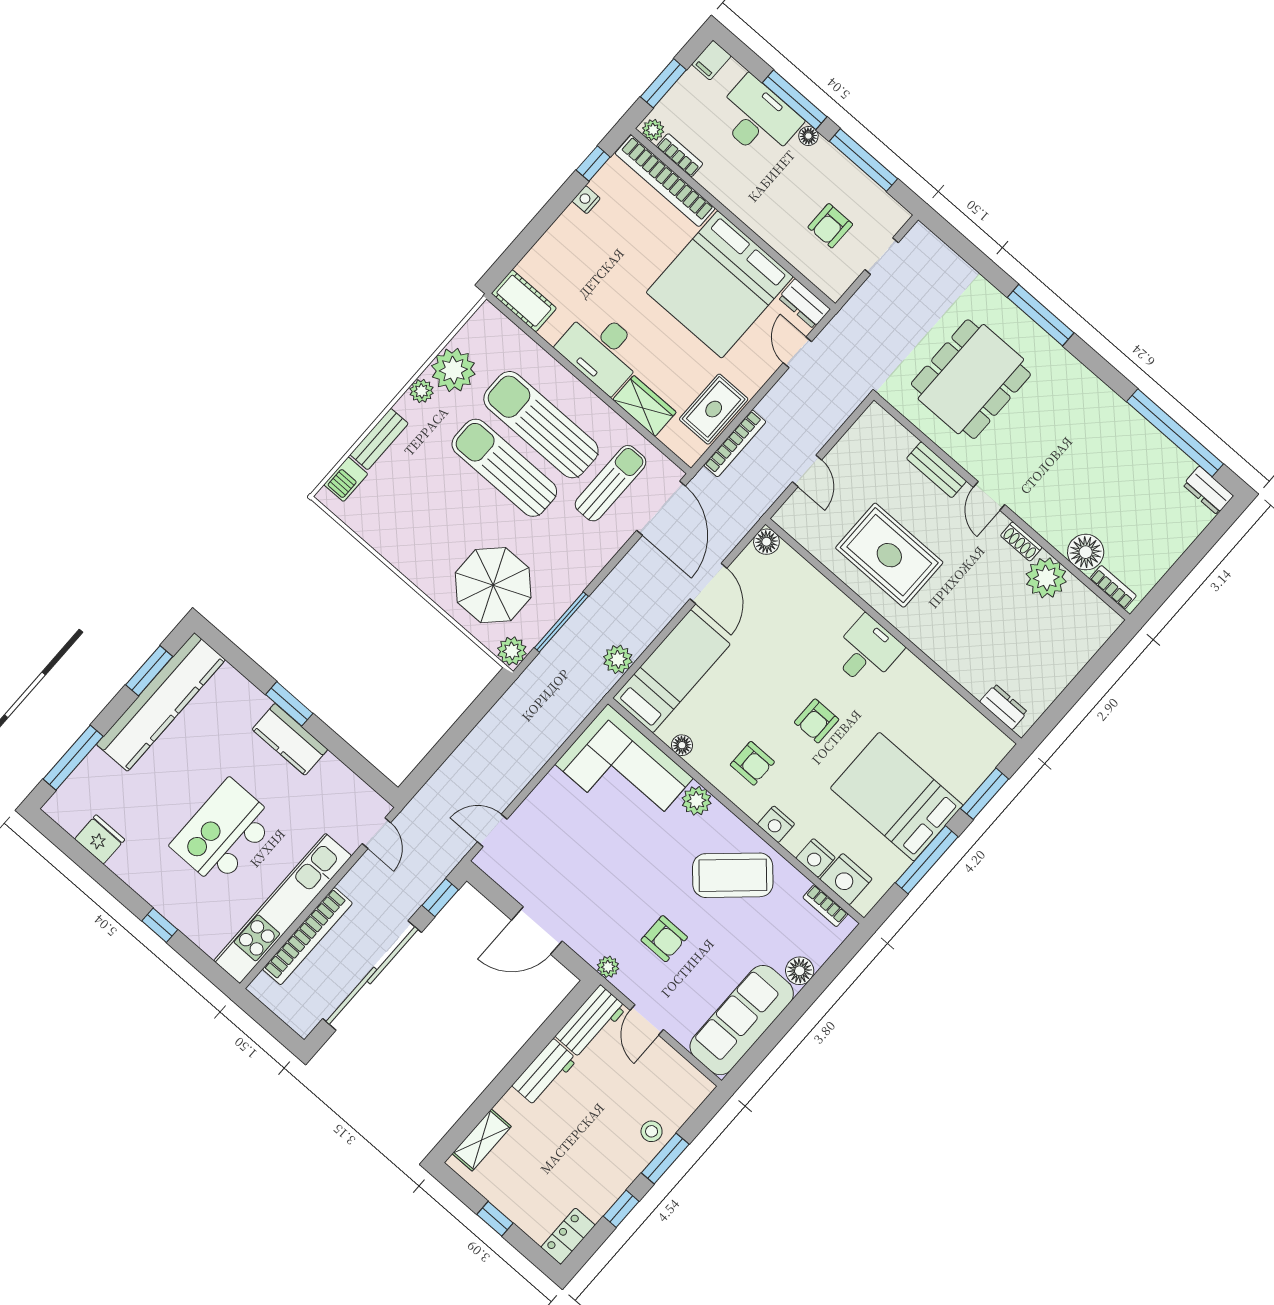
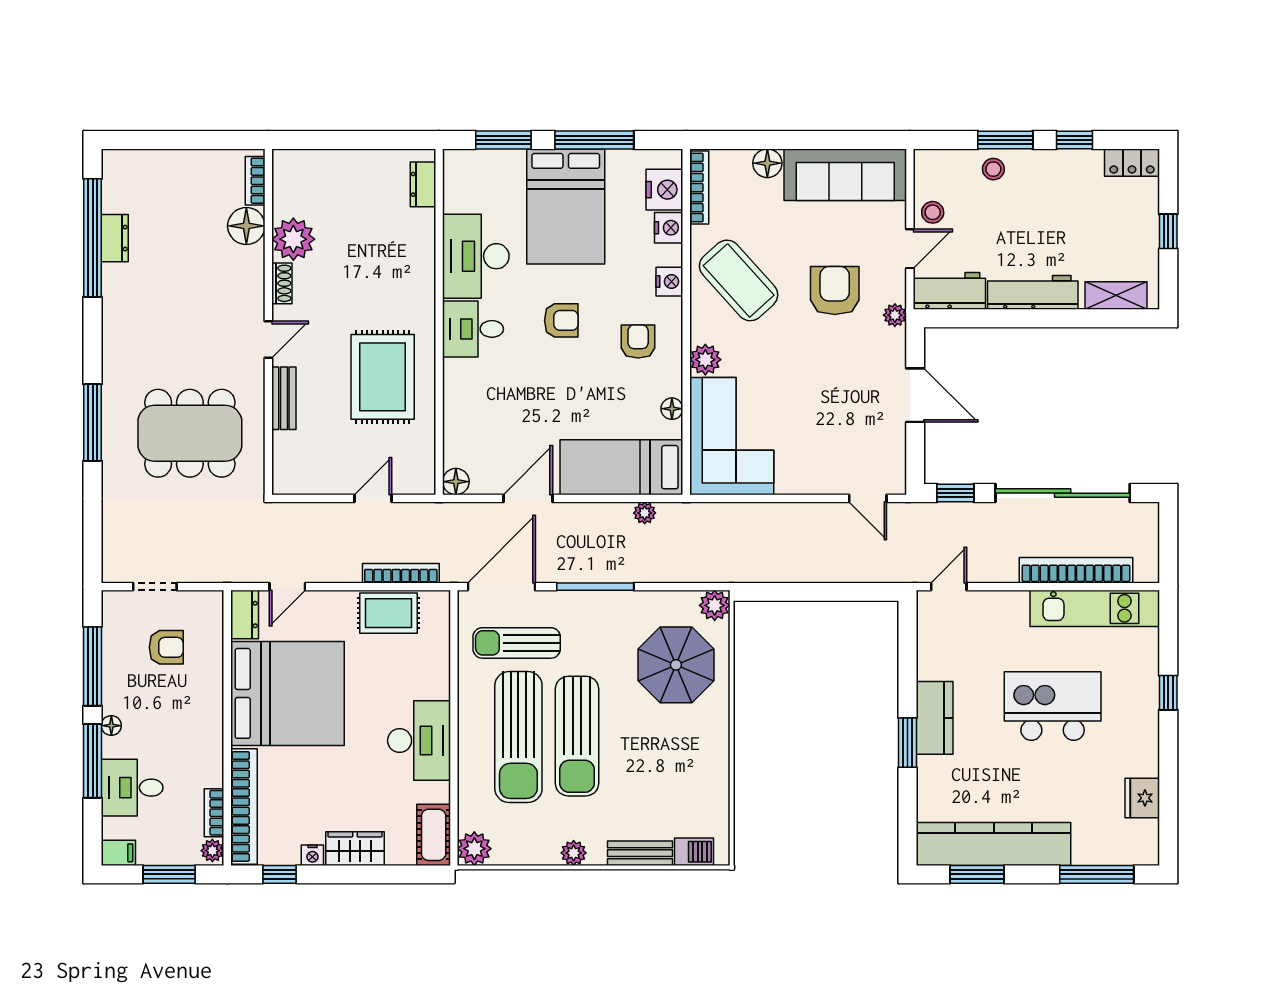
desk: (758, 118) -> (132, 788), width x0.73
plant: (453, 370) -> (474, 849), moved, width x0.73, depth x0.73
wardrobe: (644, 406) -> (355, 849), moved, turned 90
dresser: (1208, 490) -> (115, 238), moved
window: (561, 622) -> (595, 587), moved
plant: (618, 659) -> (645, 513), width x0.73, depth x0.73
desk: (918, 700) -> (476, 256), added
kitchen island: (223, 833) -> (1053, 706), turned 180
bookcase: (825, 906) -> (699, 188), width x1.56
kitchen unit: (283, 908) -> (1095, 608), width x0.73
armchair: (664, 939) -> (835, 291), width x1.38, depth x1.38
stool: (659, 1060) -> (933, 212), added
workbench: (545, 1073) -> (1033, 292), width x1.38

